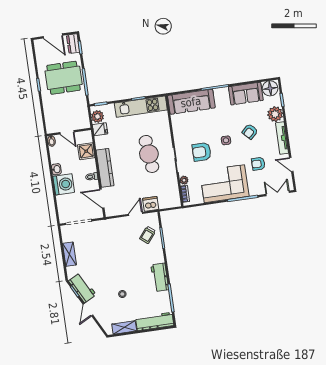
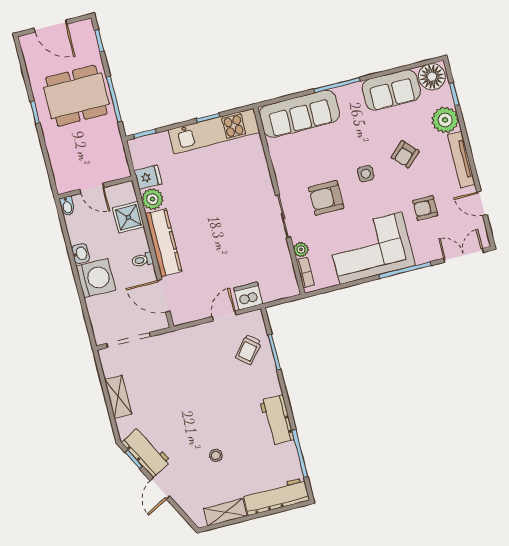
dresser: (73, 44) -> (87, 36), removed
plant: (97, 116) -> (152, 199), moved
cafe table: (149, 154) -> (236, 211), removed

